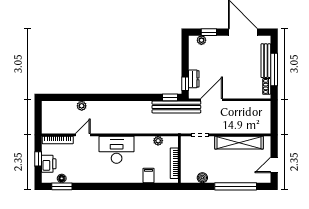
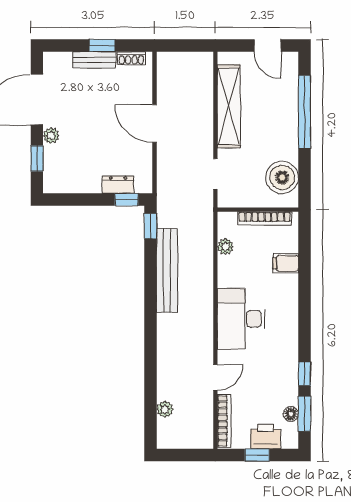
plant: (201, 40) -> (51, 136), moved
bench: (266, 61) -> (94, 60), width x0.73
window: (274, 70) -> (102, 46), width x0.46
door: (212, 100) -> (154, 123), moved
plant: (82, 106) -> (165, 409), moved
bench: (176, 107) -> (167, 270), moved
door: (83, 135) -> (215, 378), swing flipped
boiler: (202, 178) -> (282, 177), width x1.86, depth x1.86
window: (85, 186) -> (304, 374), added

